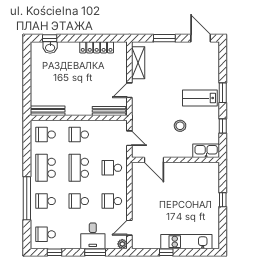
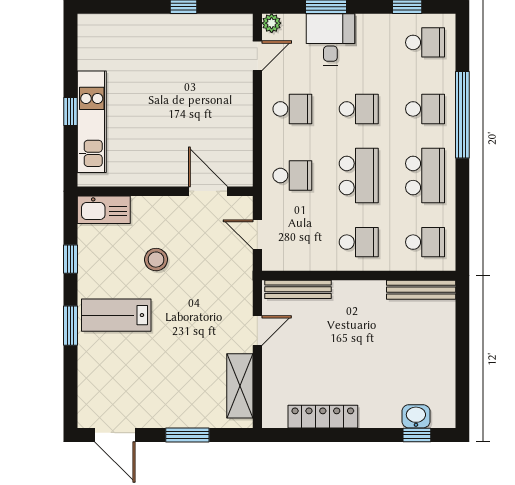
lab bench: (200, 98) -> (116, 315), turned 180
kitchen unit: (186, 242) -> (92, 122), moved, turned -90

